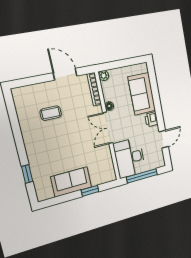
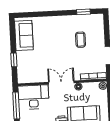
window: (27, 174) -> (83, 12), moved
sofa: (71, 182) -> (24, 35), moved

